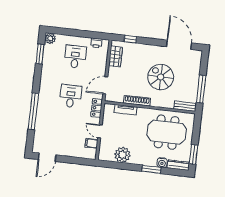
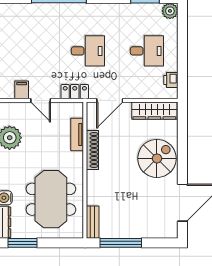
window: (130, 39) -> (182, 130), removed
wardrobe: (116, 56) -> (154, 111), width x1.50
spiral stairs: (161, 77) -> (157, 158), moved
door: (105, 85) -> (110, 100), swing flipped
door: (100, 131) -> (41, 100), swing flipped

